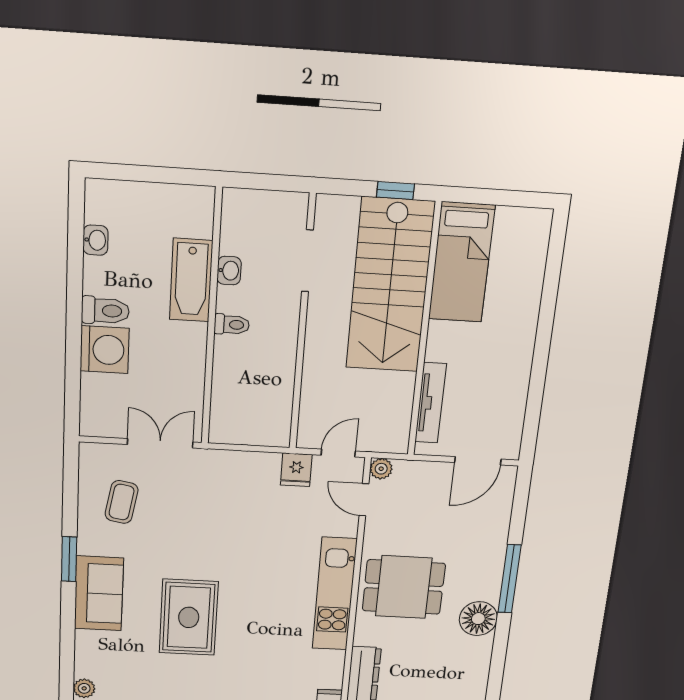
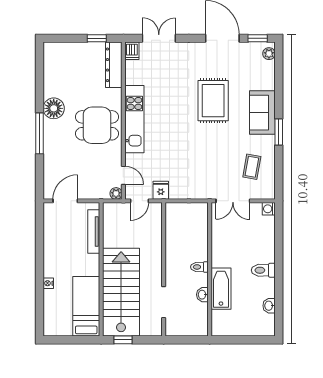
nightstand: (530, 312) -> (48, 283), added
washing machine: (105, 350) -> (269, 209), moved, width x0.53, depth x0.53

